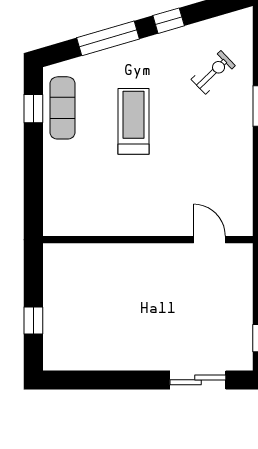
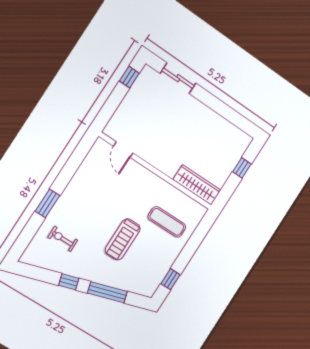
exercise bike: (213, 72) -> (63, 239), turned 44
exercise mat: (62, 108) -> (167, 222), moved, turned 90
wardrobe: (80, 258) -> (197, 185), added

